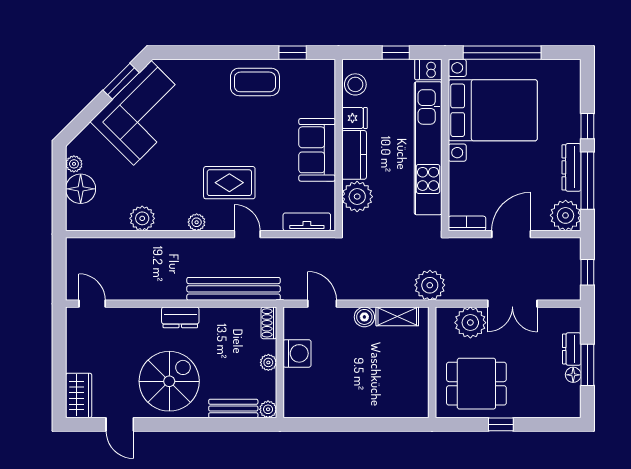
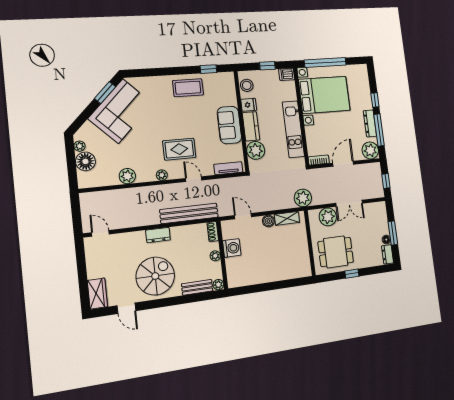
kitchen unit: (428, 148) -> (293, 129), width x0.73
dresser: (572, 349) -> (388, 254), moved

